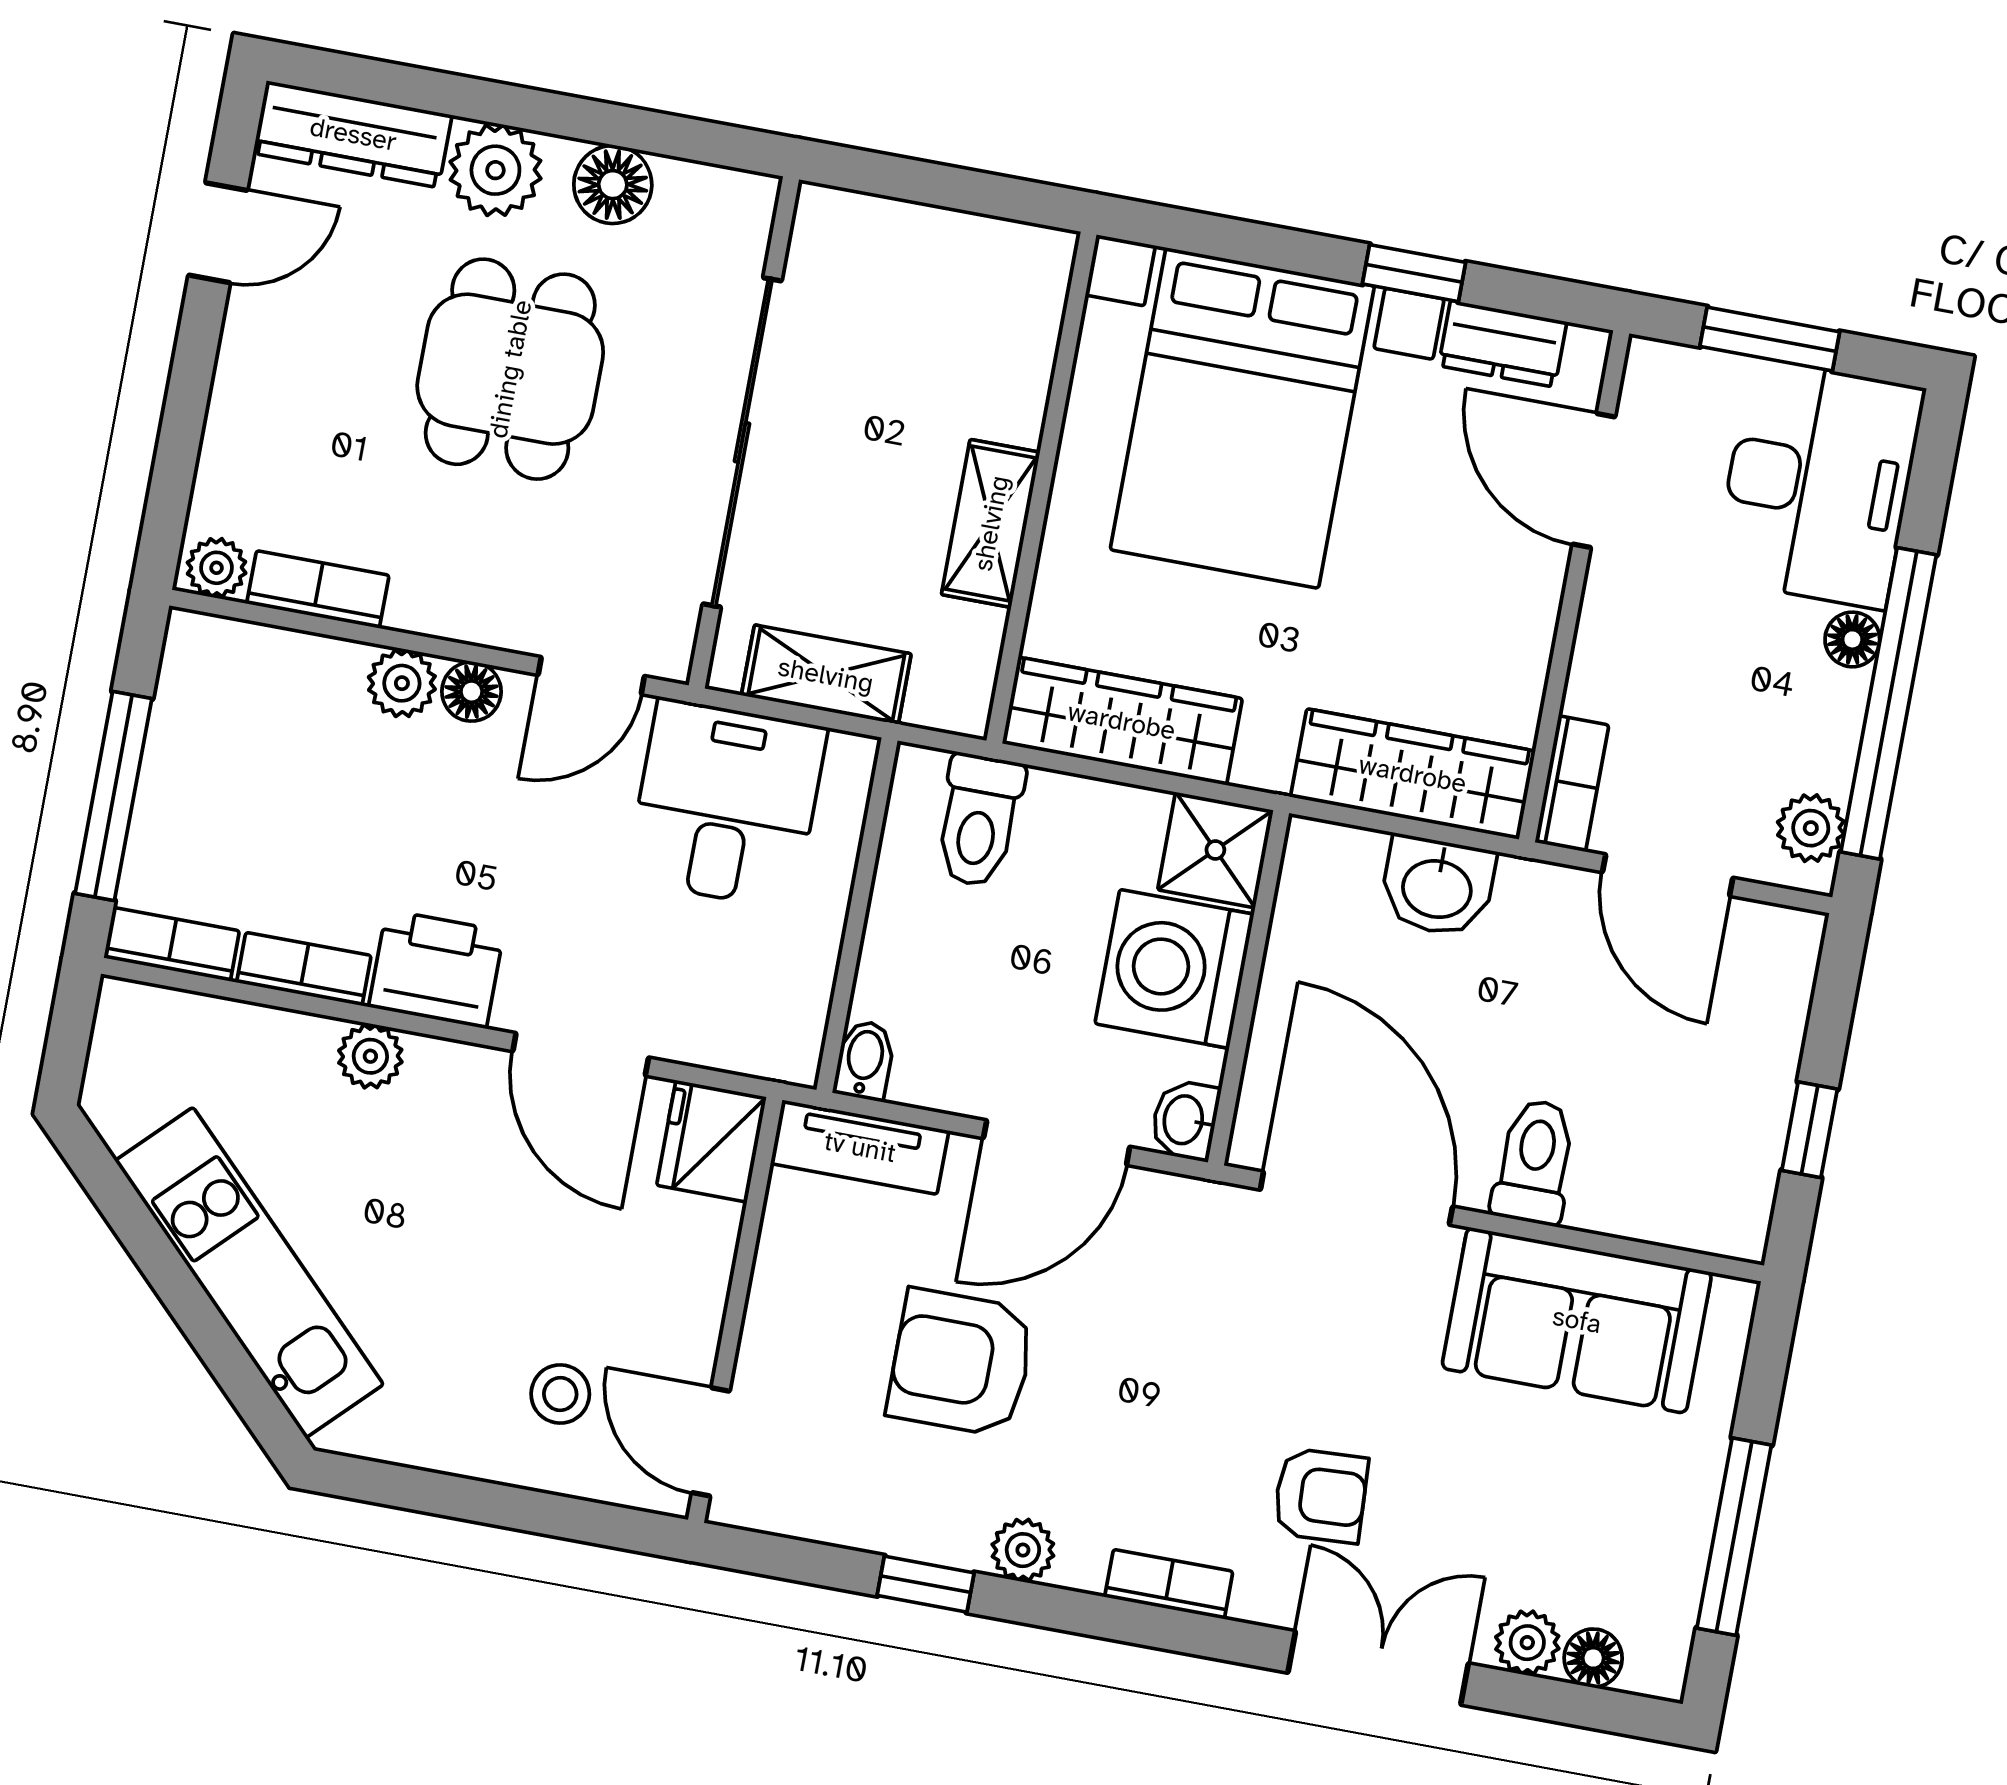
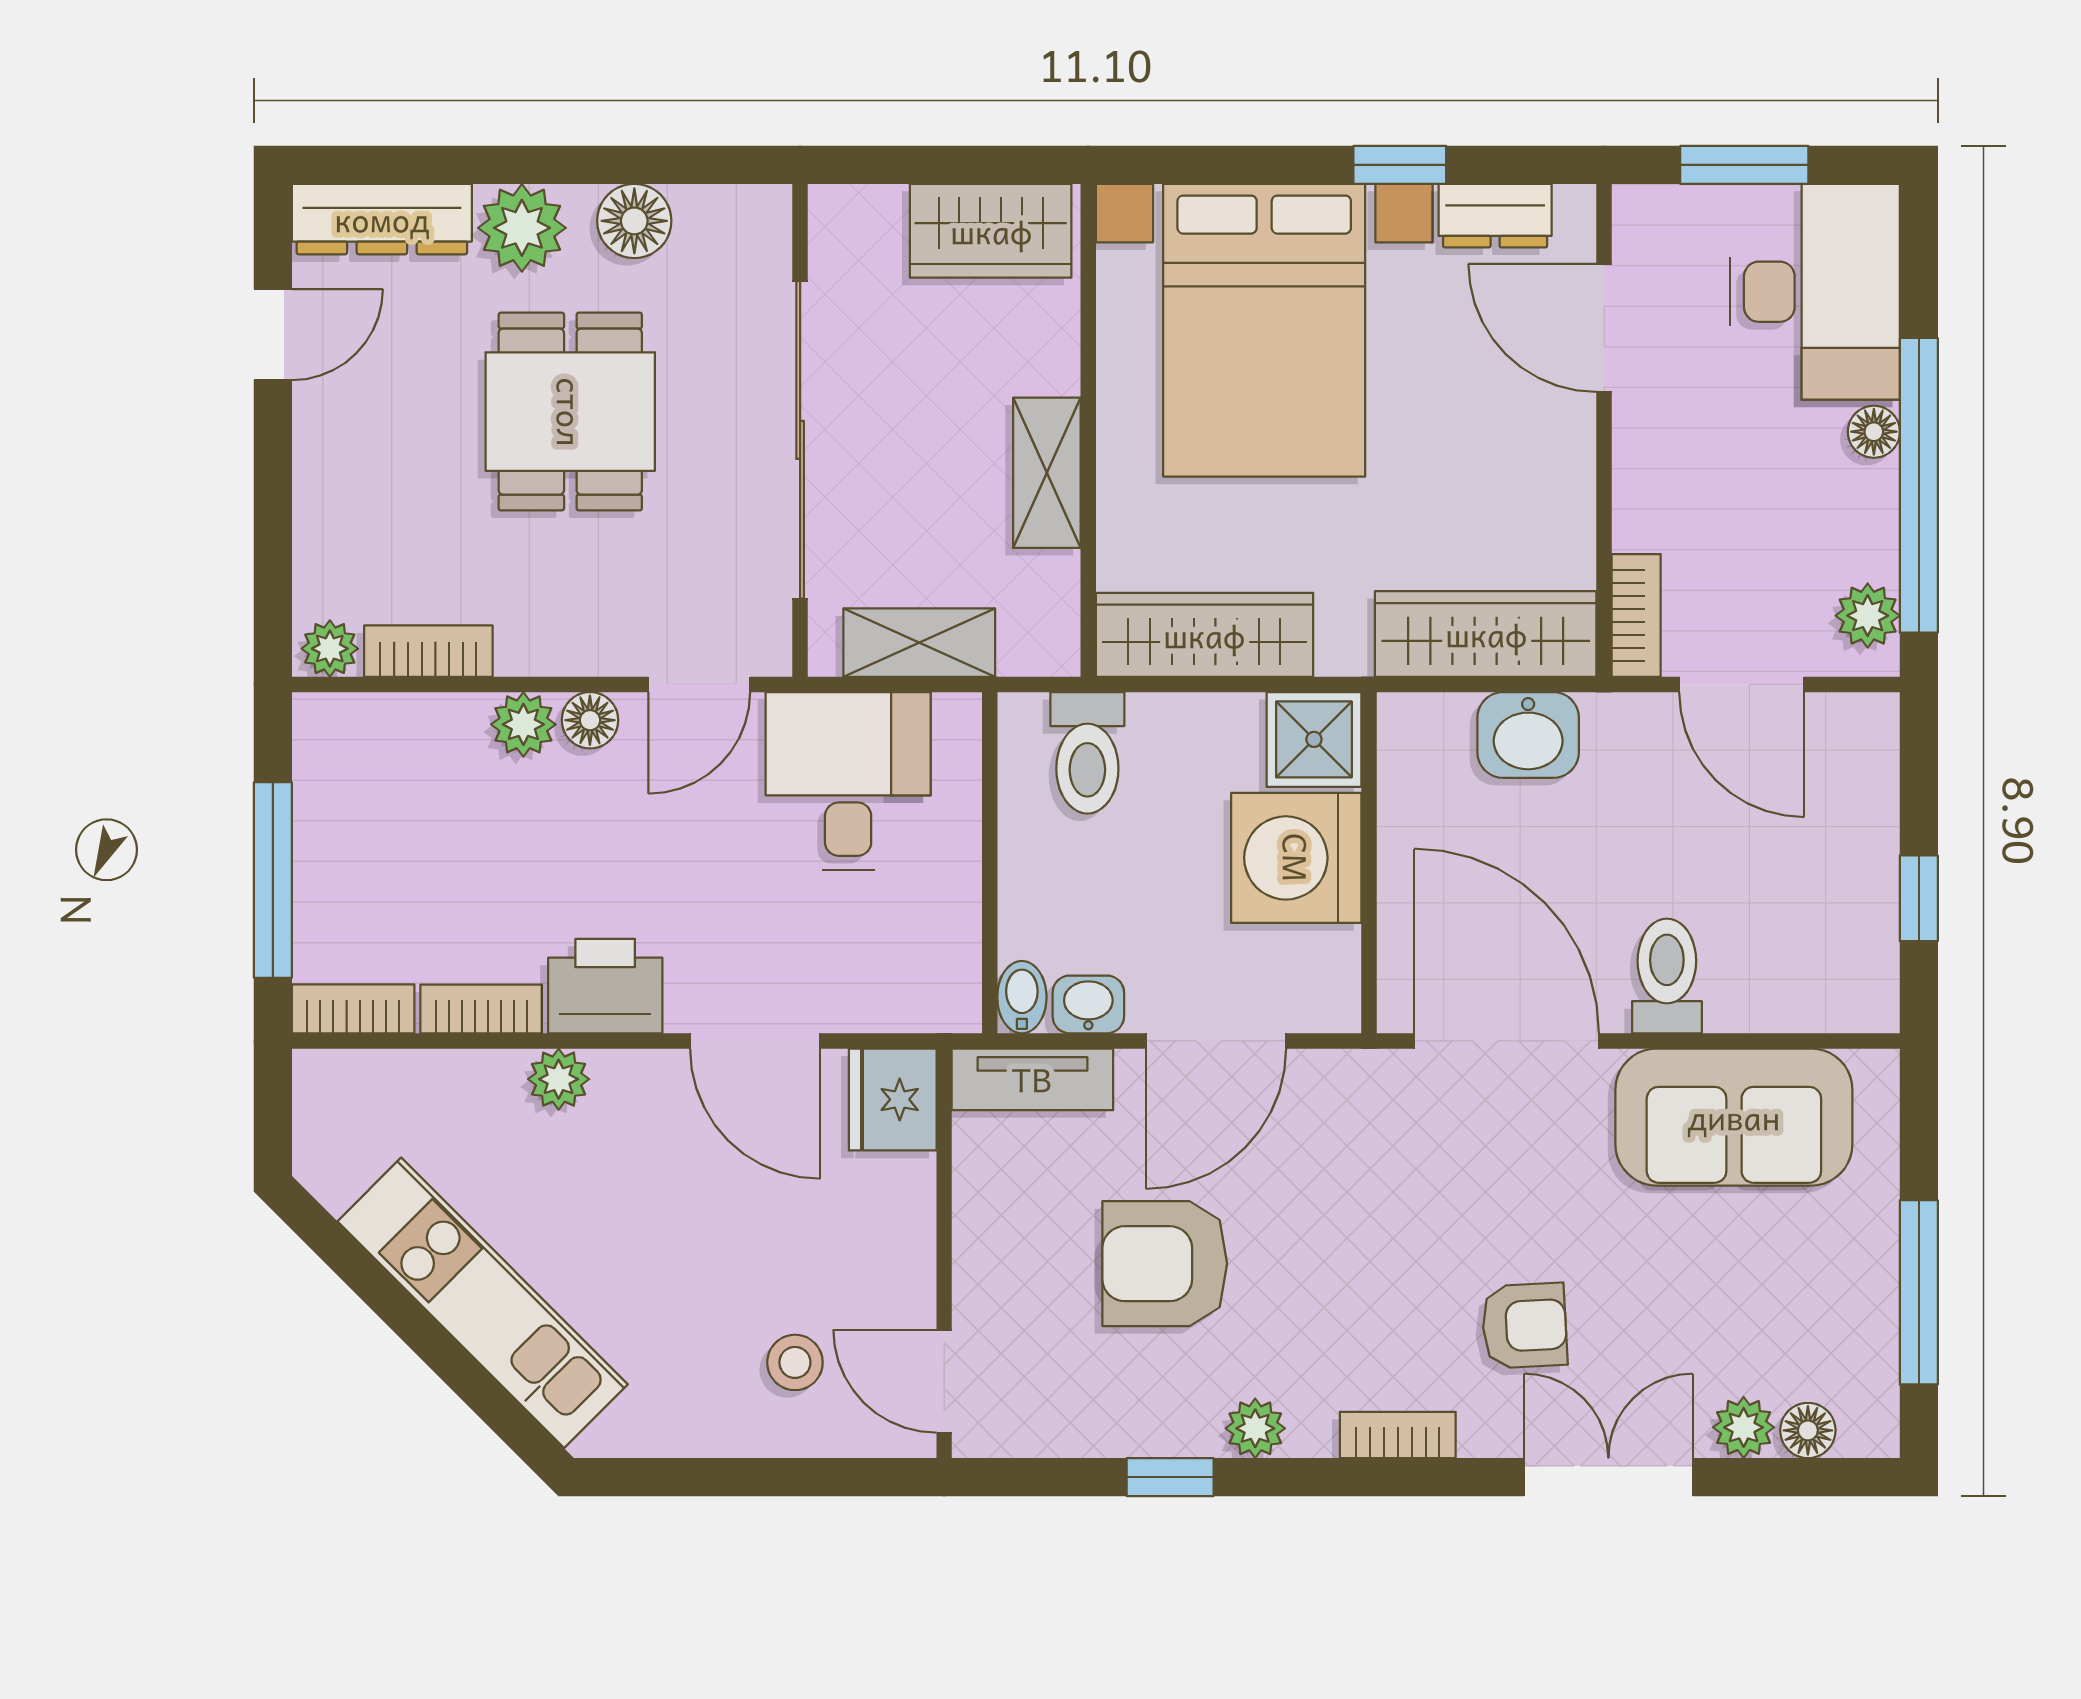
wardrobe: (979, 263) -> (991, 231), added
washbasin: (1185, 1120) -> (1088, 1004), moved, turned 90

